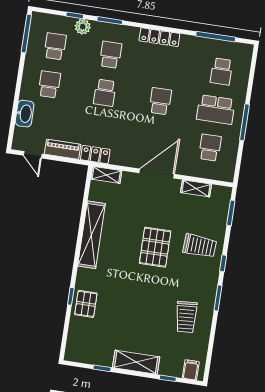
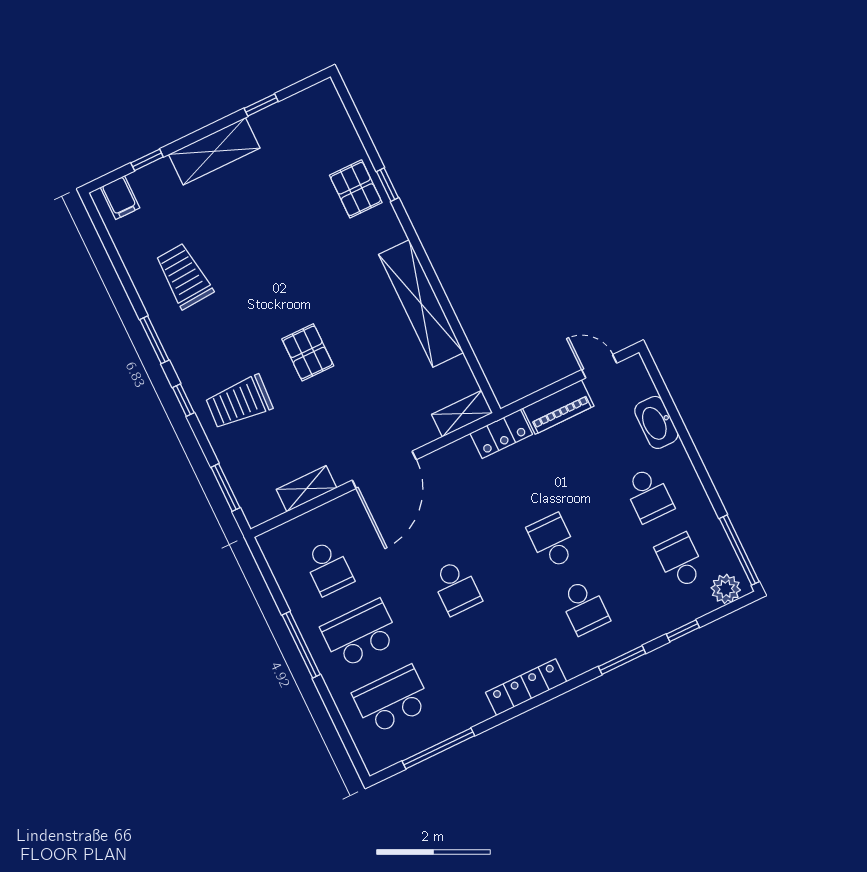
plant: (83, 27) -> (726, 589), moved
school desk: (55, 46) -> (680, 561), turned 180
school desk: (221, 71) -> (392, 700), width x1.85
pallet: (155, 247) -> (308, 352), width x0.67, depth x0.71

